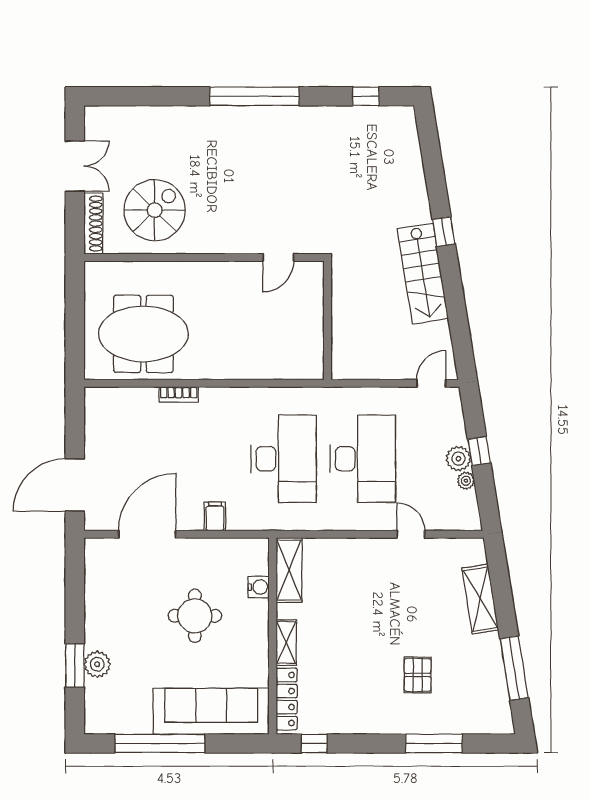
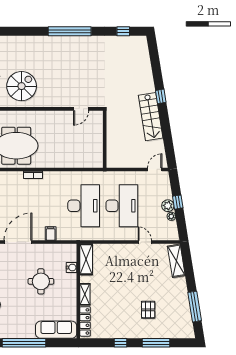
shelving: (480, 599) -> (176, 261), moved
sofa: (211, 711) -> (56, 330), width x0.74, depth x0.79
window: (314, 743) -> (121, 343), moved

